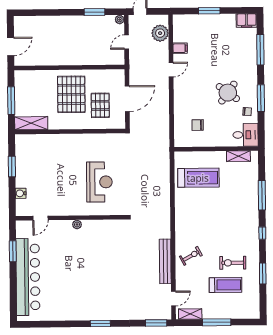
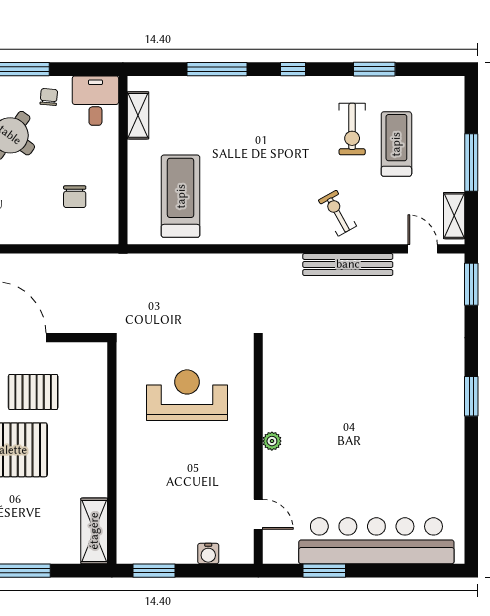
shelving: (31, 123) -> (94, 531), moved
wall: (70, 132) -> (112, 453), moved

